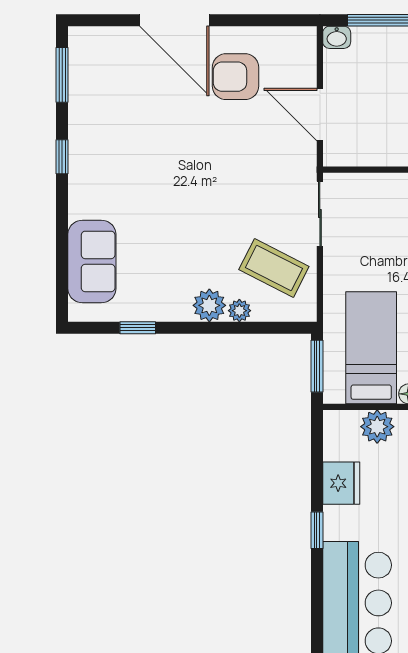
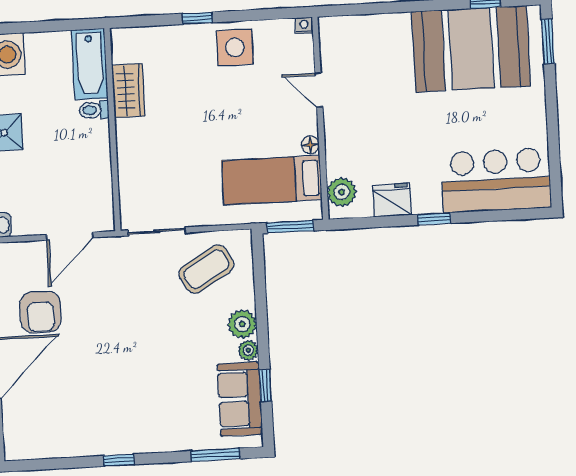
window: (62, 75) -> (216, 455), moved
sofa: (92, 261) -> (240, 399), moved, turned -90
coffee table: (274, 268) -> (206, 269), turned 32
plant: (239, 311) -> (248, 350), moved
plant: (377, 427) -> (342, 192), moved

